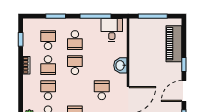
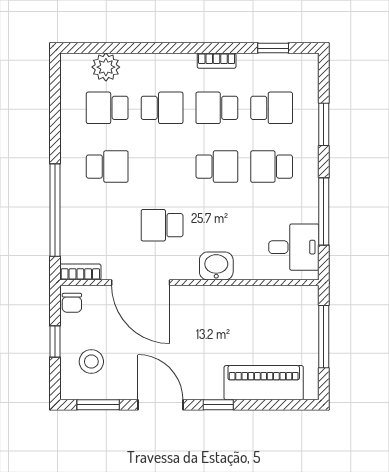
school desk: (102, 90) -> (162, 225), turned 180

